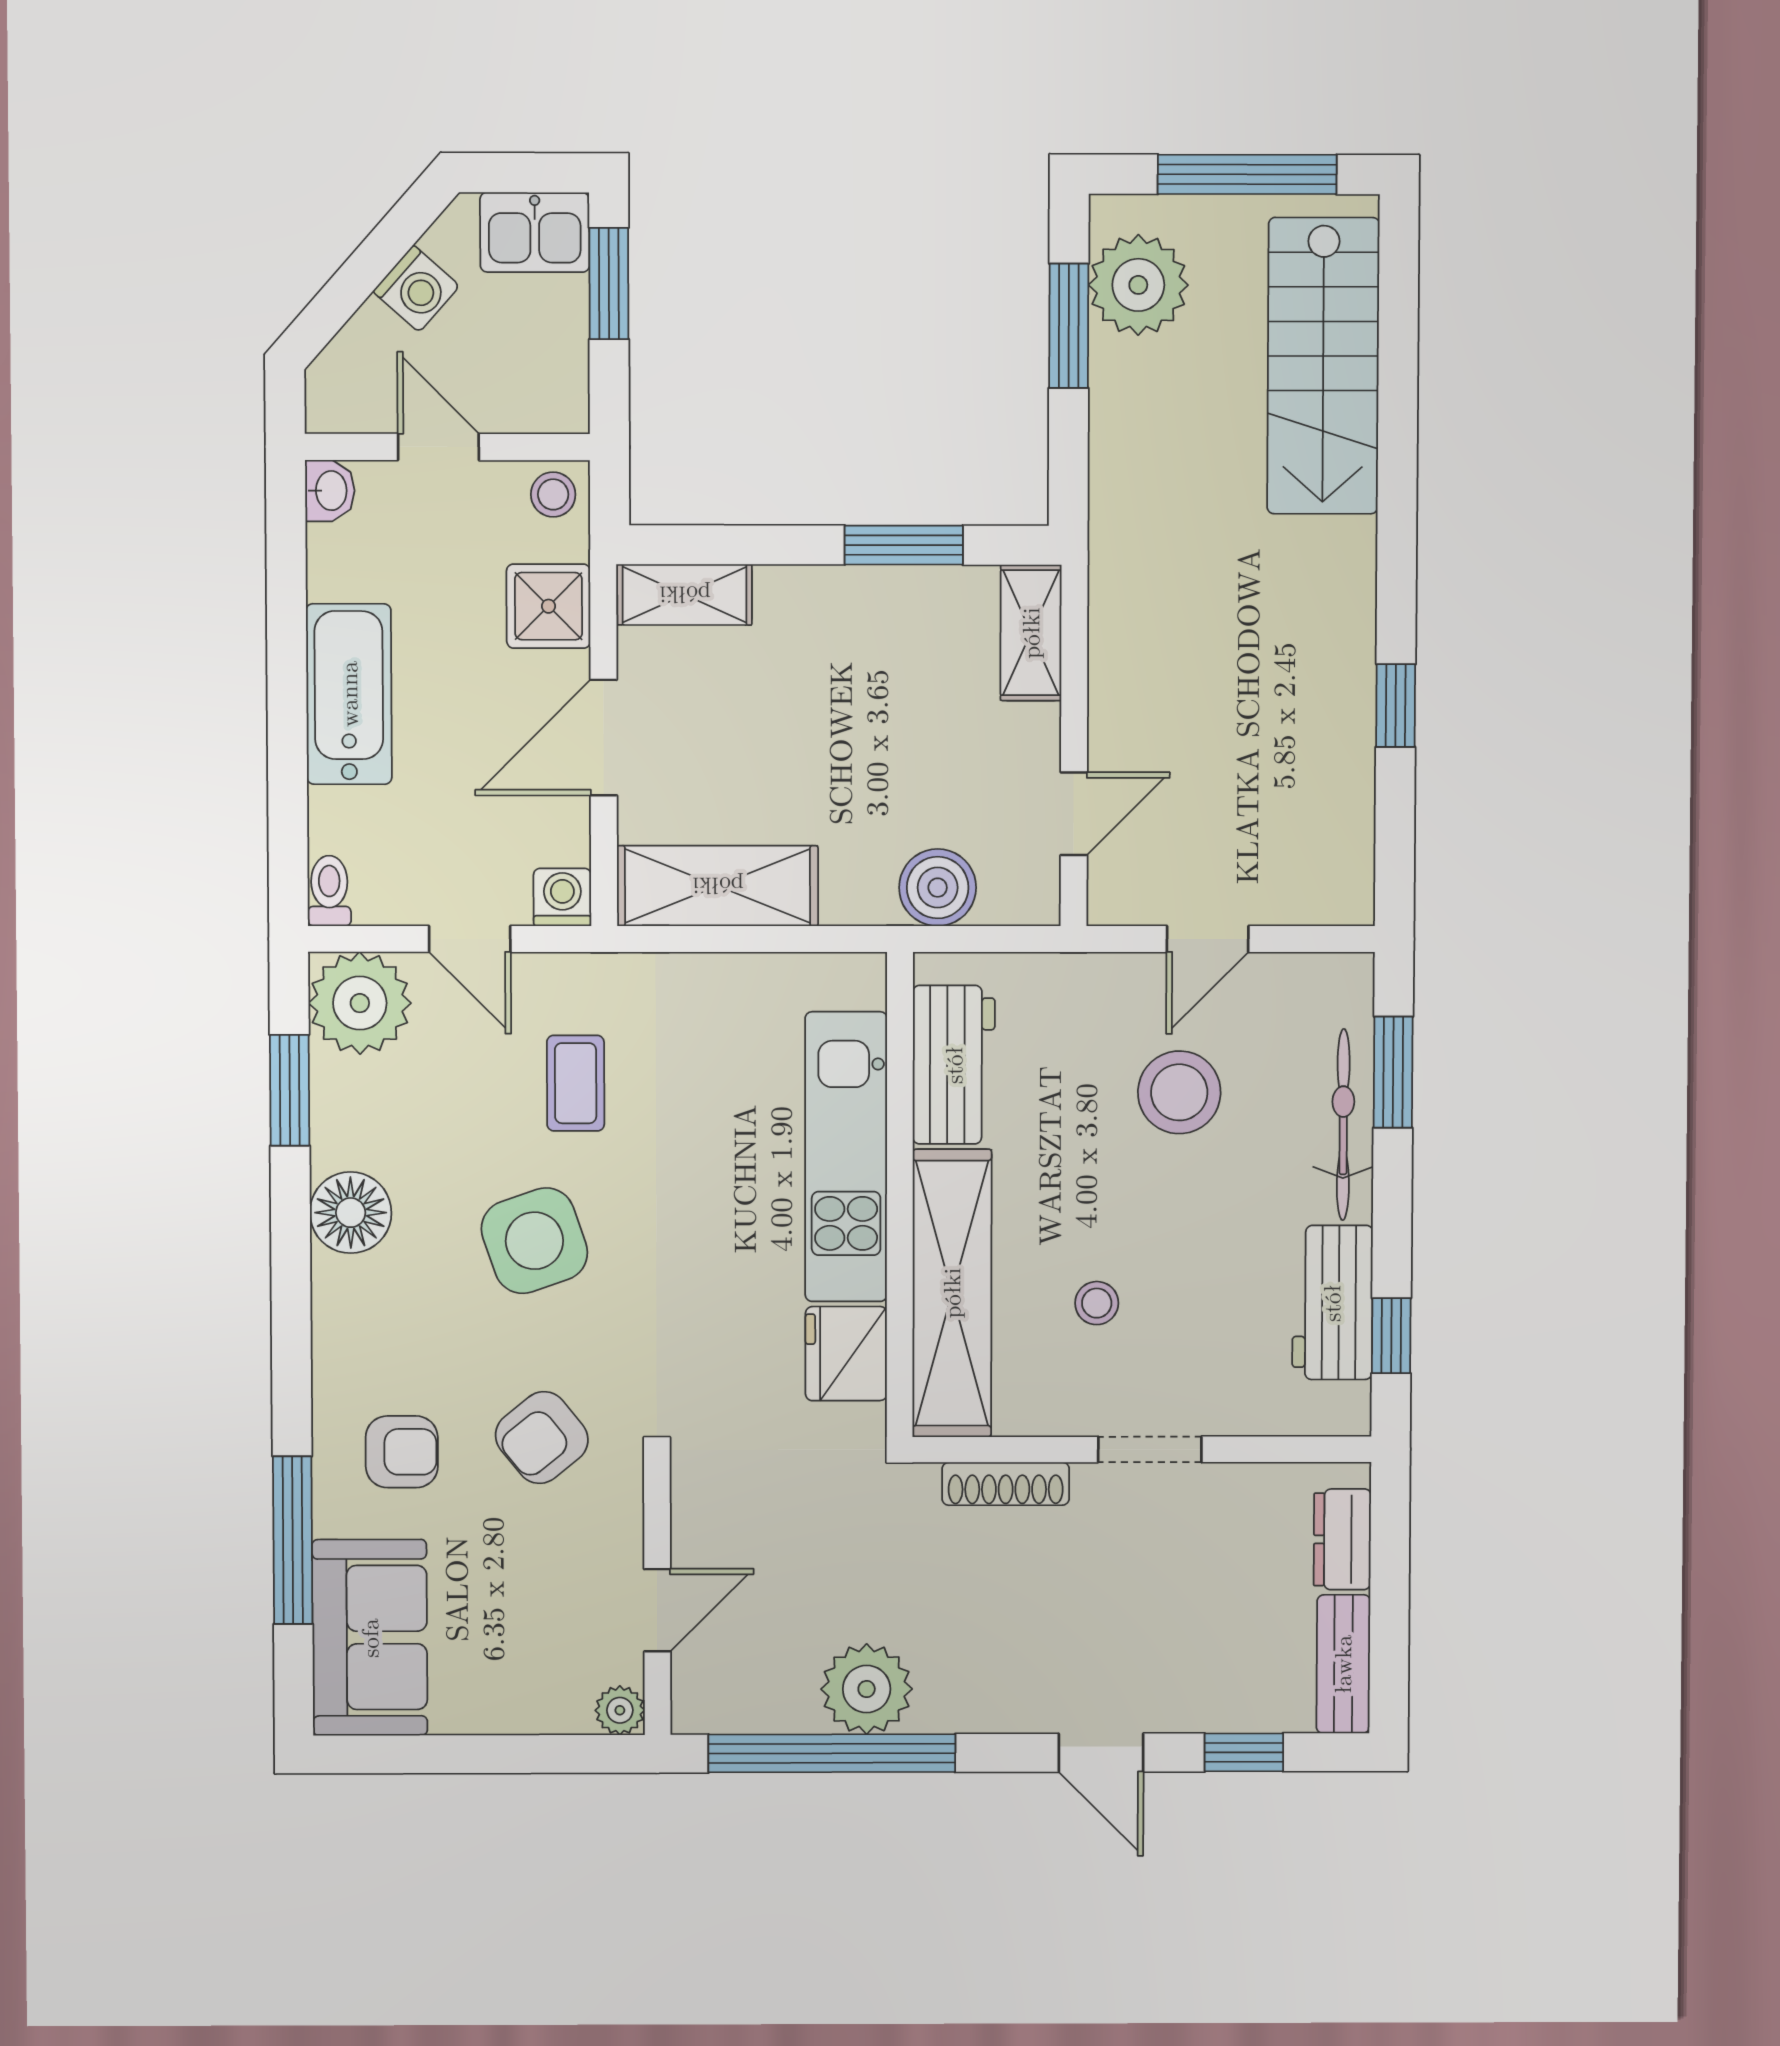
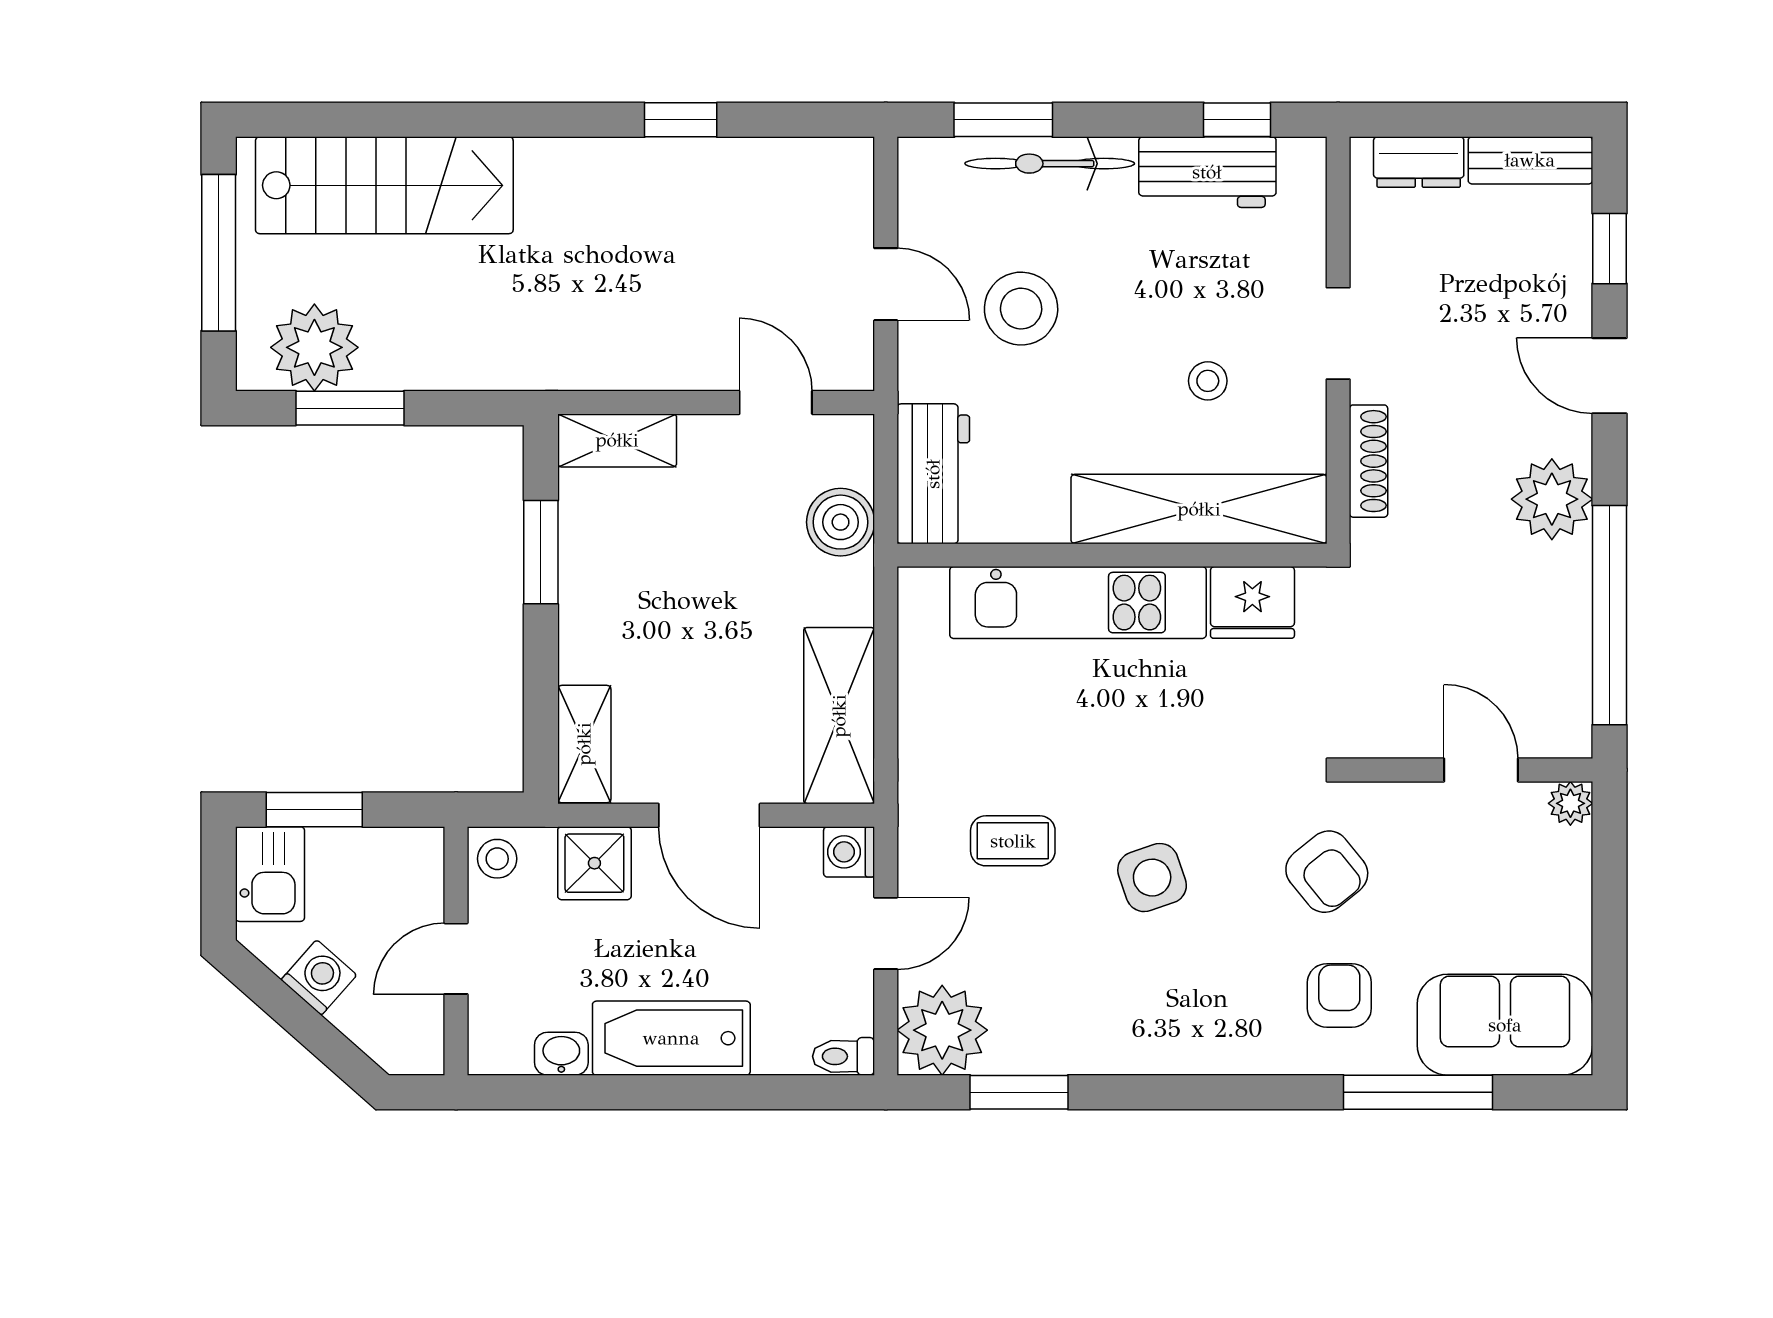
washbasin: (330, 491) -> (561, 1054), moved
workbench: (954, 1065) -> (933, 474), moved, turned 90
floor lamp: (351, 1213) -> (1127, 1039), removed
side table: (534, 1241) -> (1152, 878), width x0.73, depth x0.73
plant: (867, 1689) -> (1552, 499), moved
door: (1101, 1753) -> (1609, 376), swing flipped

